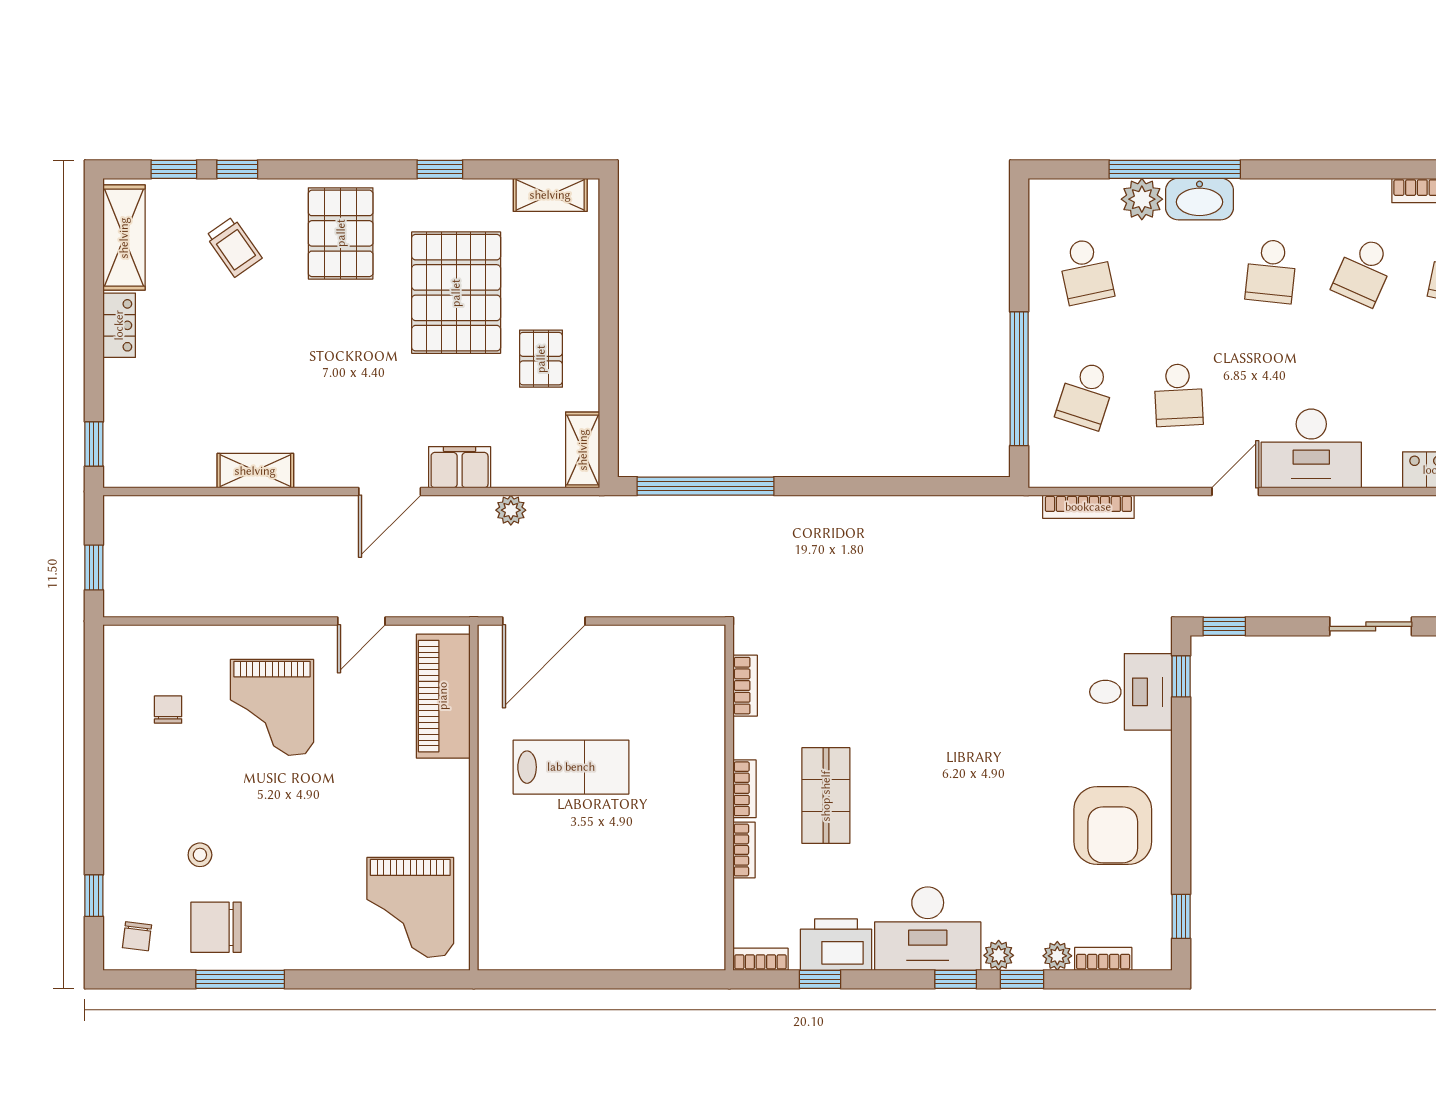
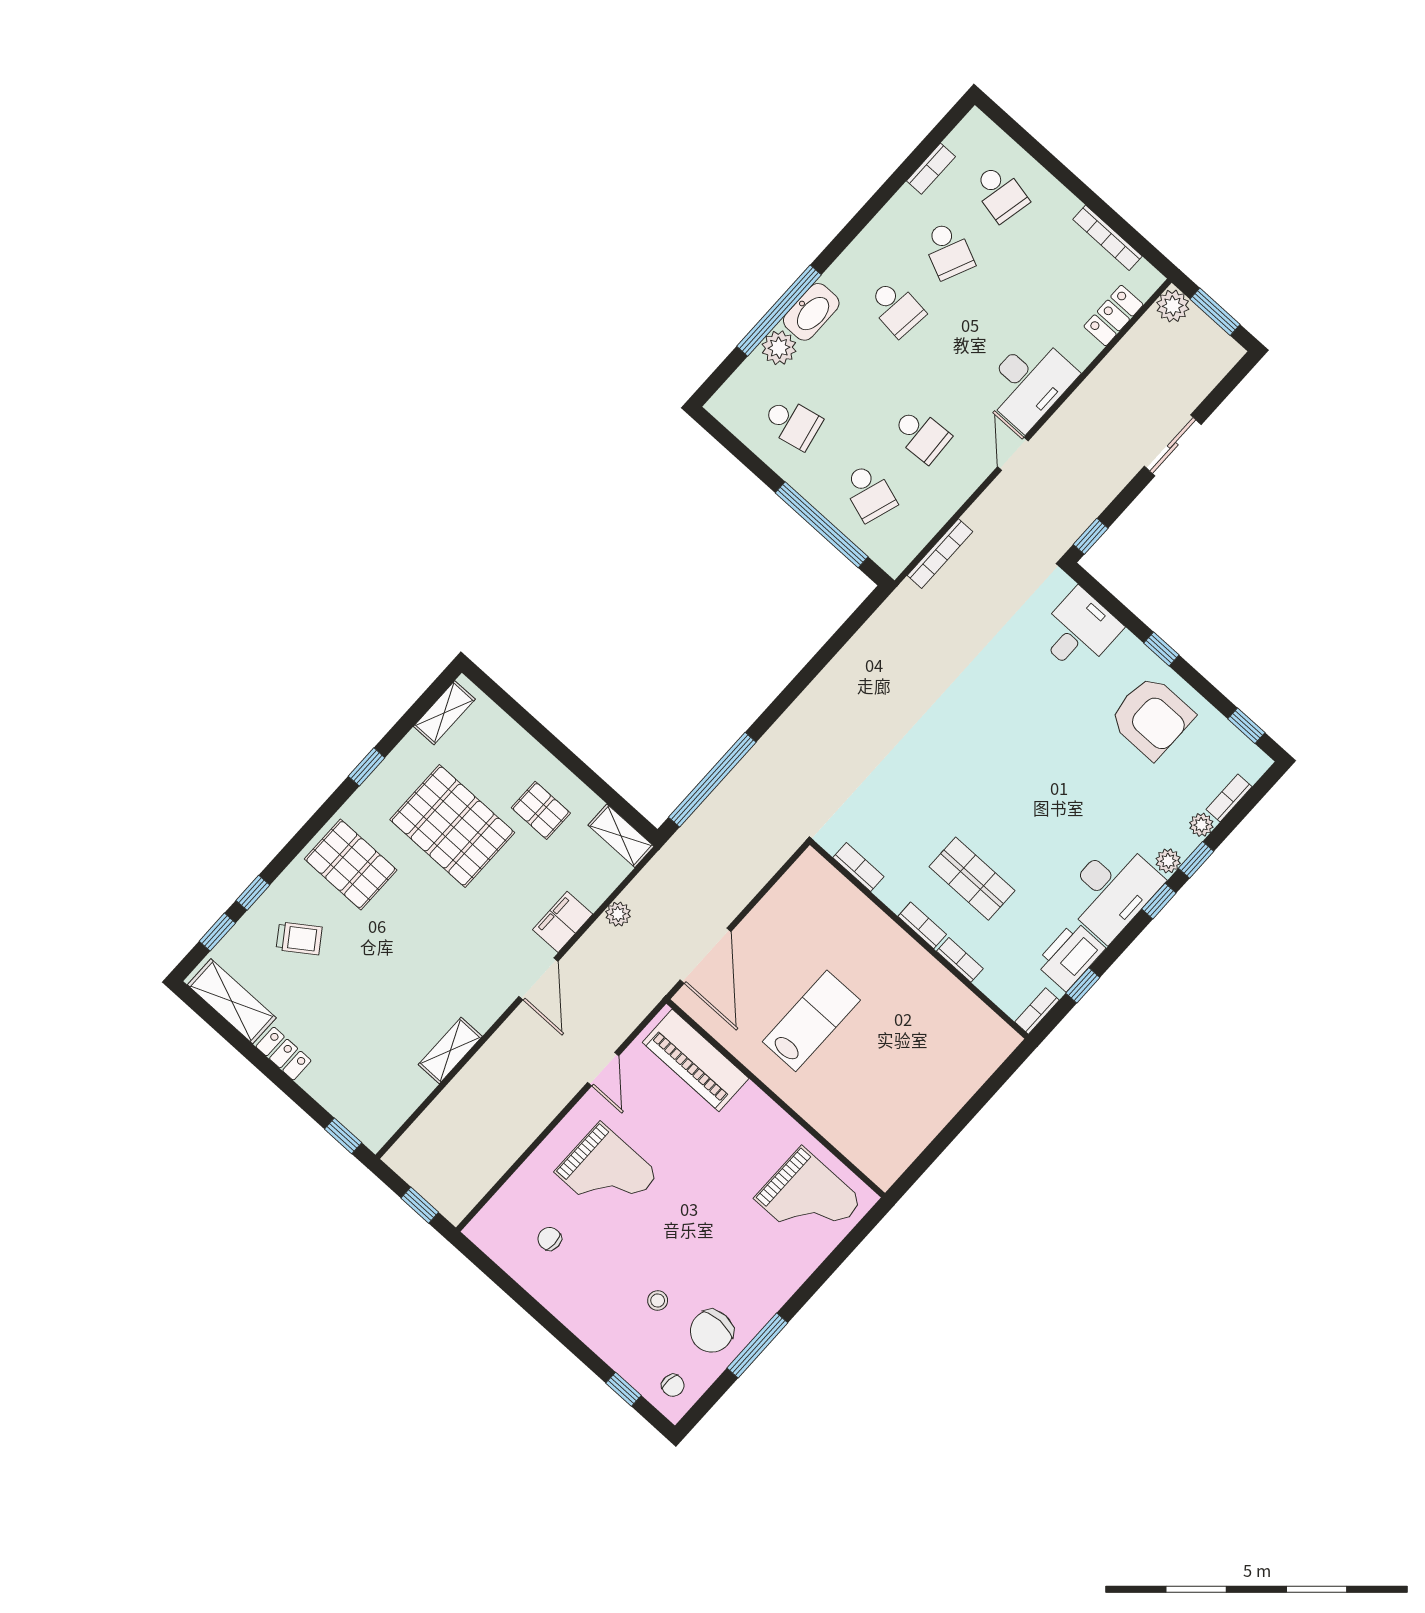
window: (1181, 676) -> (1161, 649), moved

